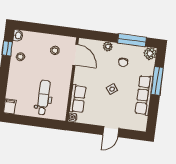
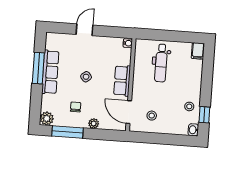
window: (157, 81) -> (38, 68), moved
row of seats: (78, 99) -> (122, 81), moved

